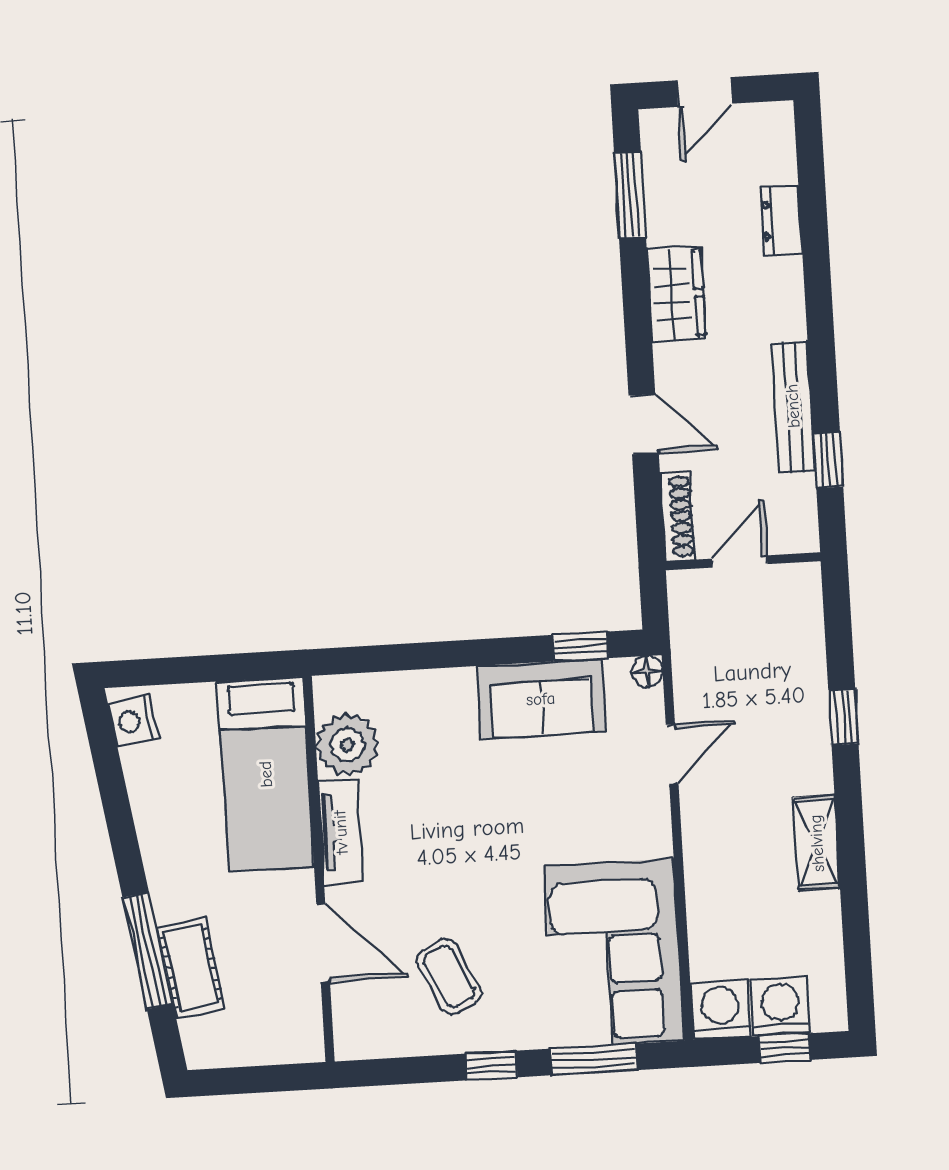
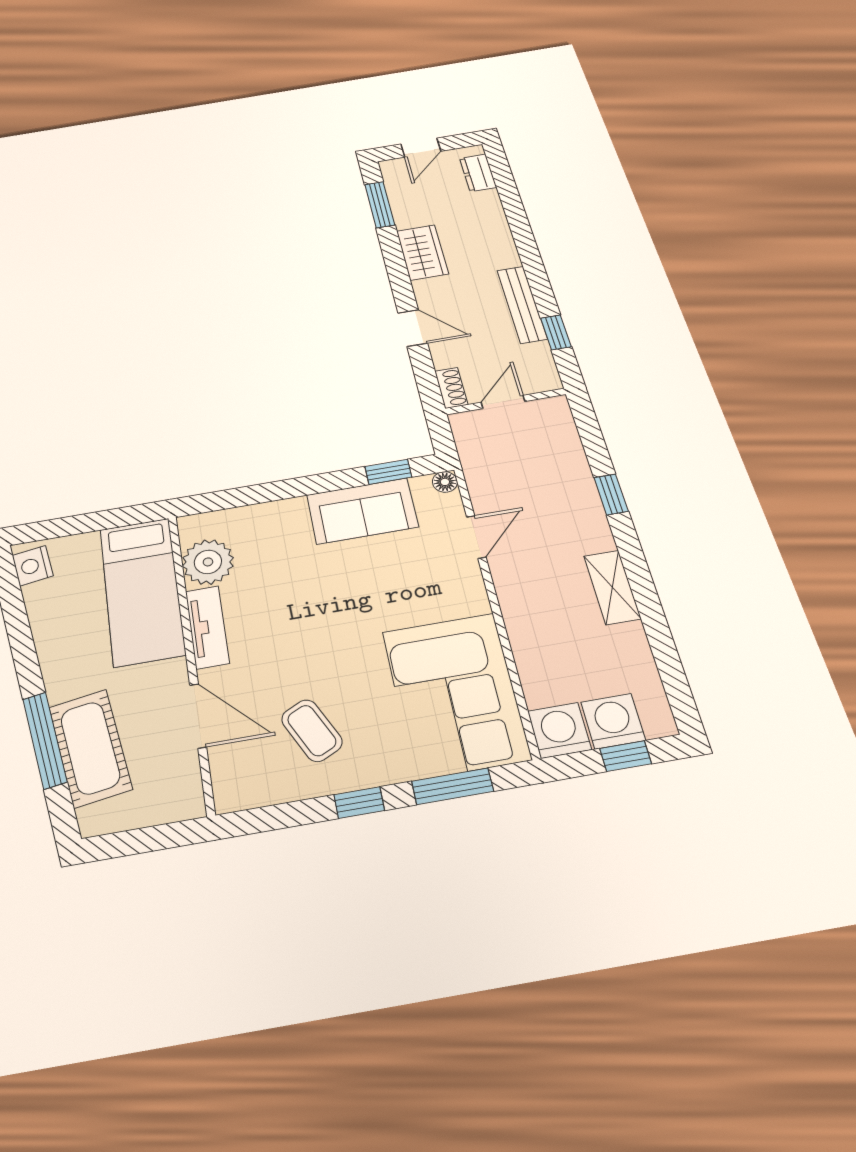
dresser: (781, 220) -> (478, 173), moved
shoe rack: (677, 517) -> (451, 388), width x0.70
cot: (191, 968) -> (90, 748), width x1.37, depth x1.34

